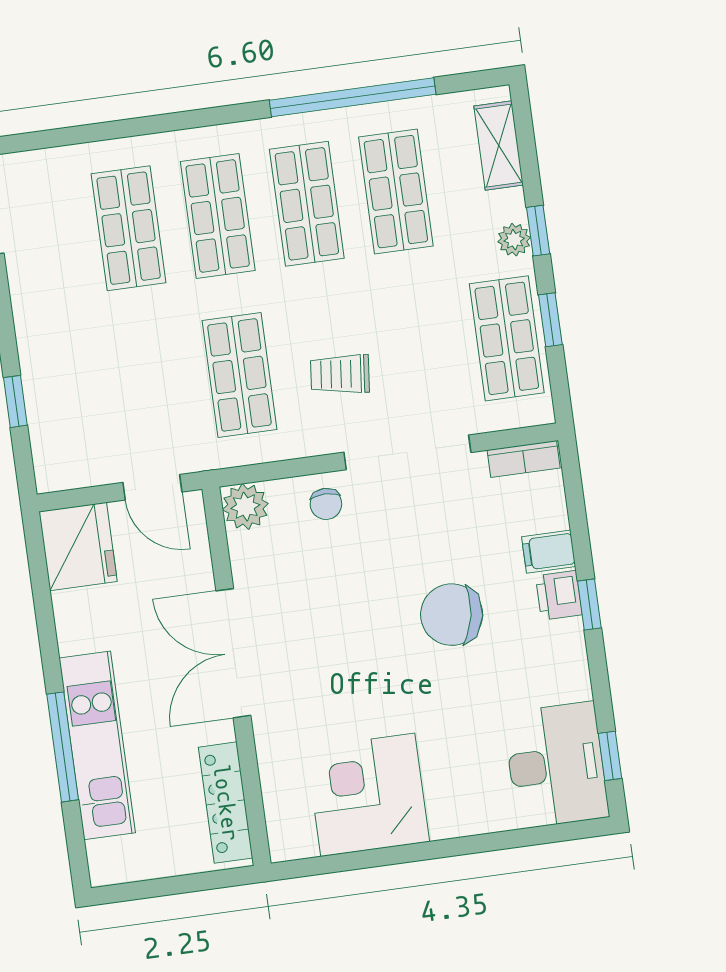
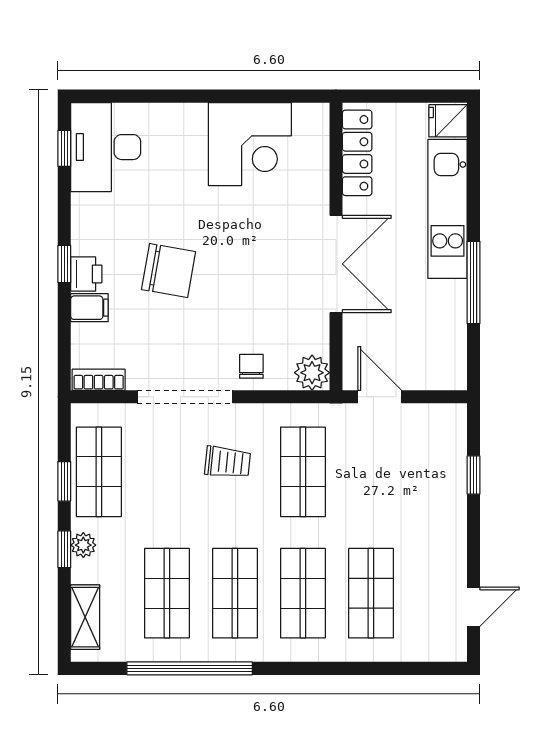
fridge: (78, 546) -> (448, 121), moved, width x0.53, depth x0.75
window: (63, 747) -> (474, 282), moved

